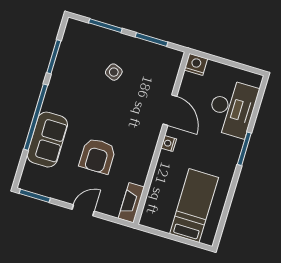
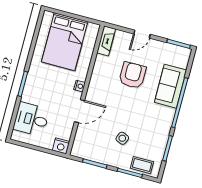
coffee table: (89, 35) -> (142, 165), added
desk: (232, 108) -> (31, 119), width x0.73
door: (170, 110) -> (79, 111), swing flipped
bed: (194, 206) -> (65, 42), width x1.50

